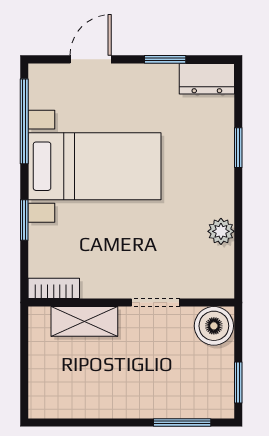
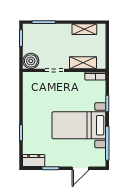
plant: (221, 231) -> (28, 99), removed
shelving: (81, 405) -> (84, 29), added

